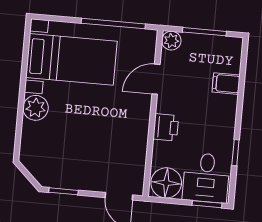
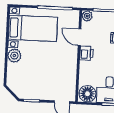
door: (156, 79) -> (80, 37), hinge flipped
printer: (166, 127) -> (86, 53), moved

